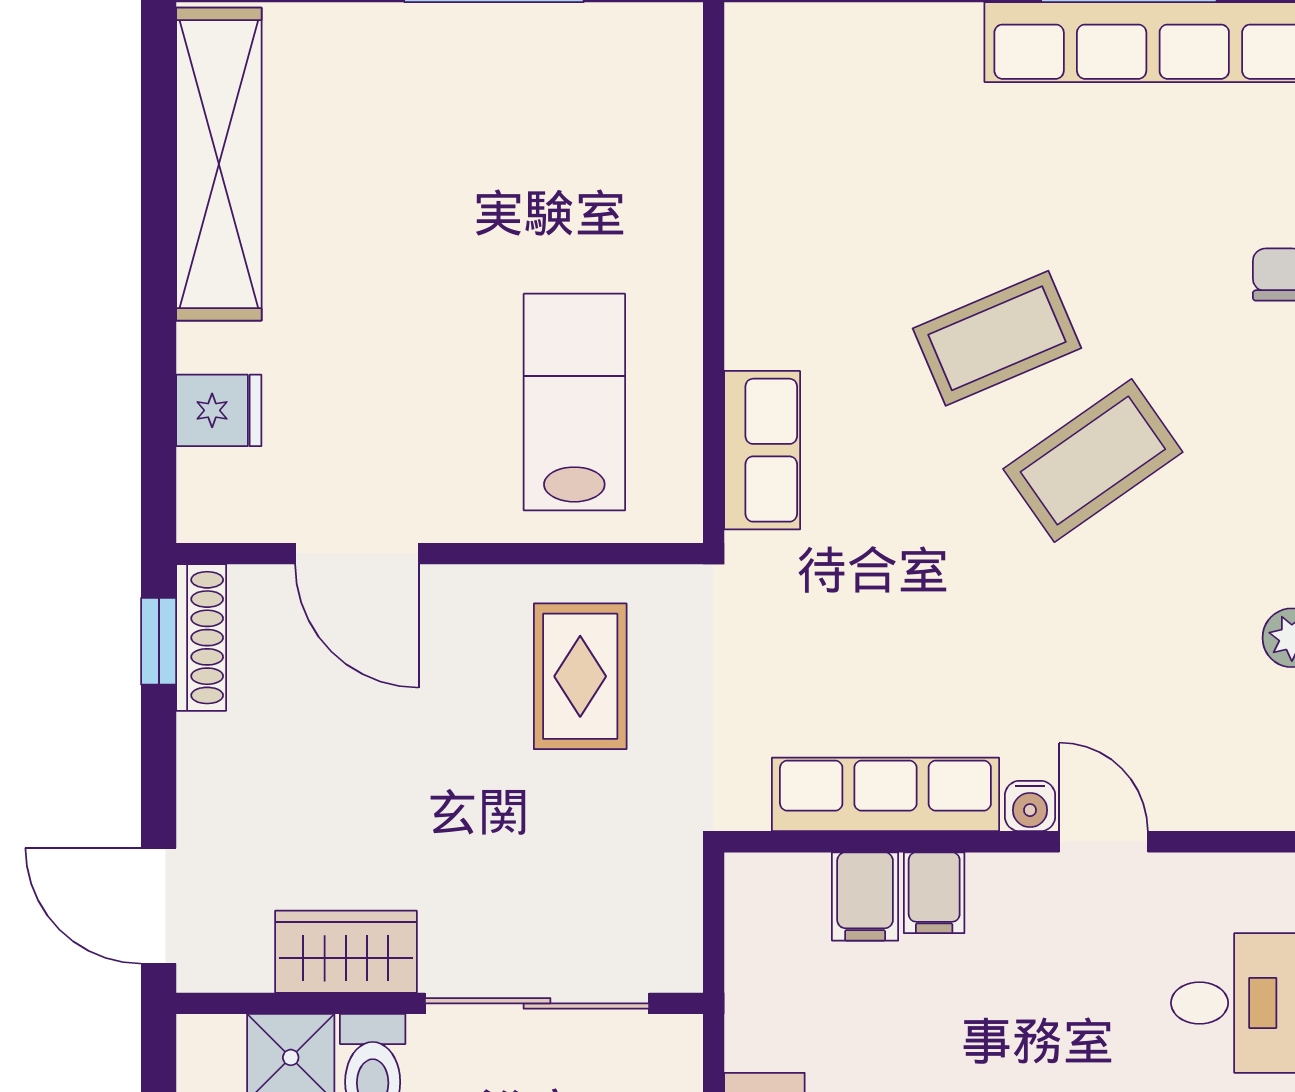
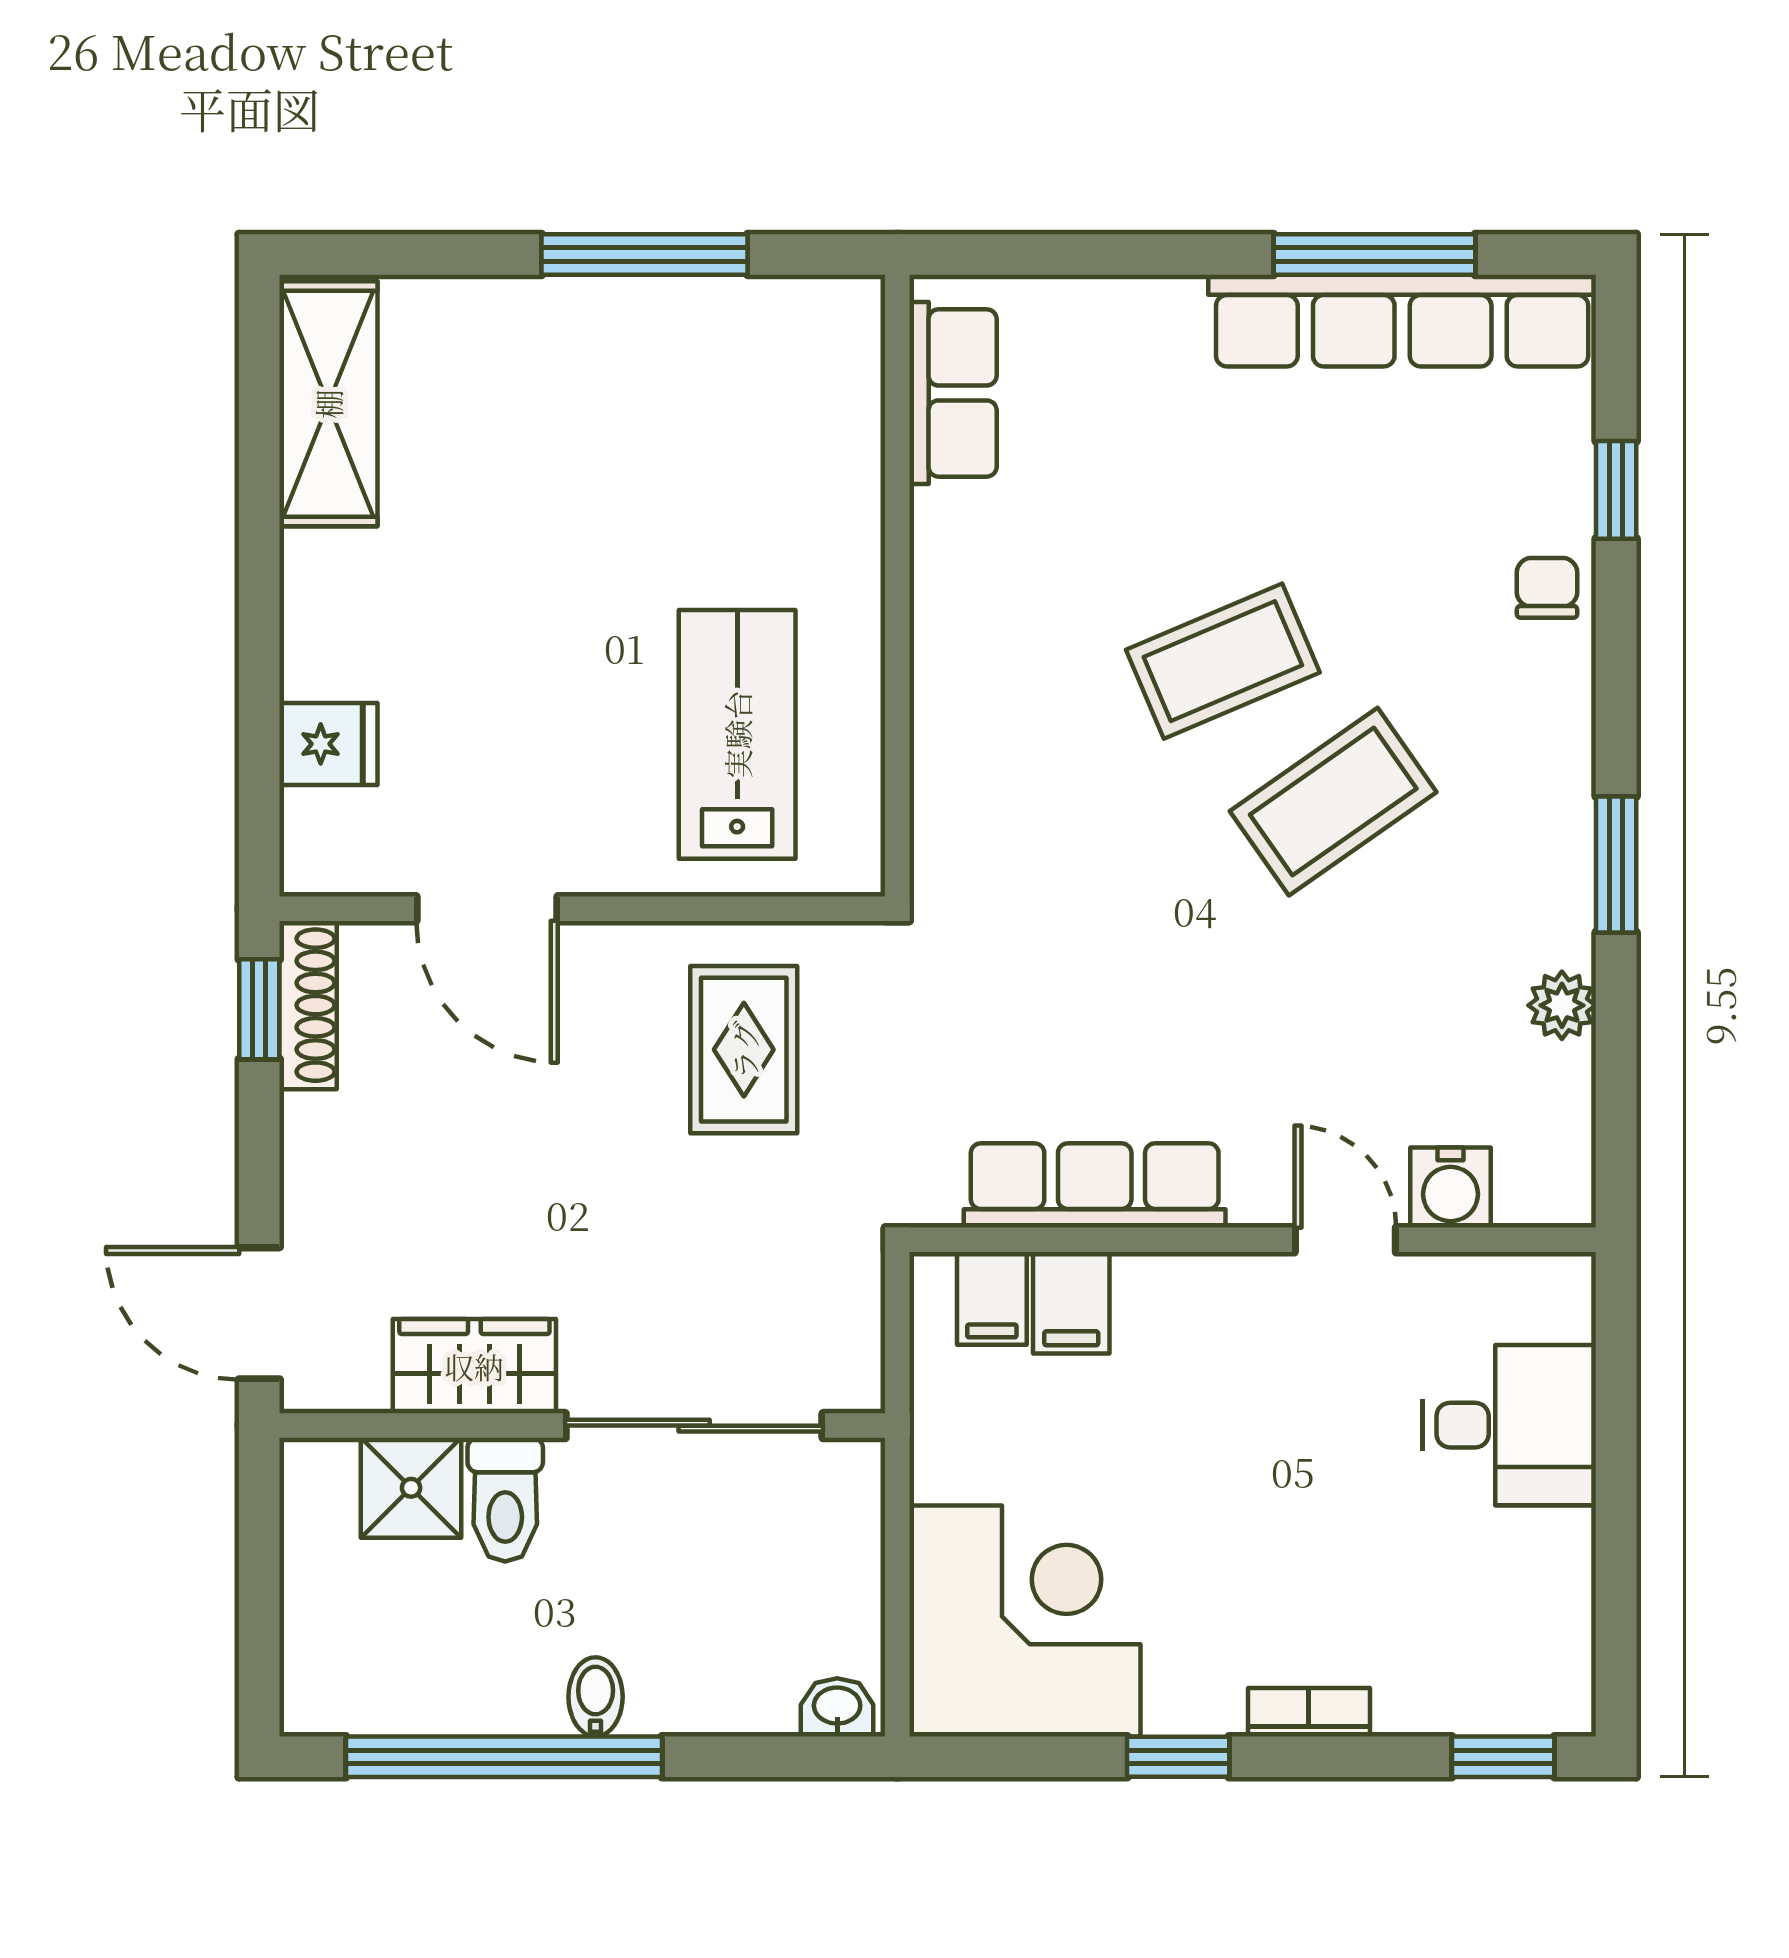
shelving: (219, 164) -> (328, 404), width x0.68
row of seats: (762, 450) -> (953, 393), moved
water cooler: (1030, 806) -> (1451, 1188), moved, width x1.38, depth x1.38
filing cabinet: (934, 893) -> (992, 1298), moved

